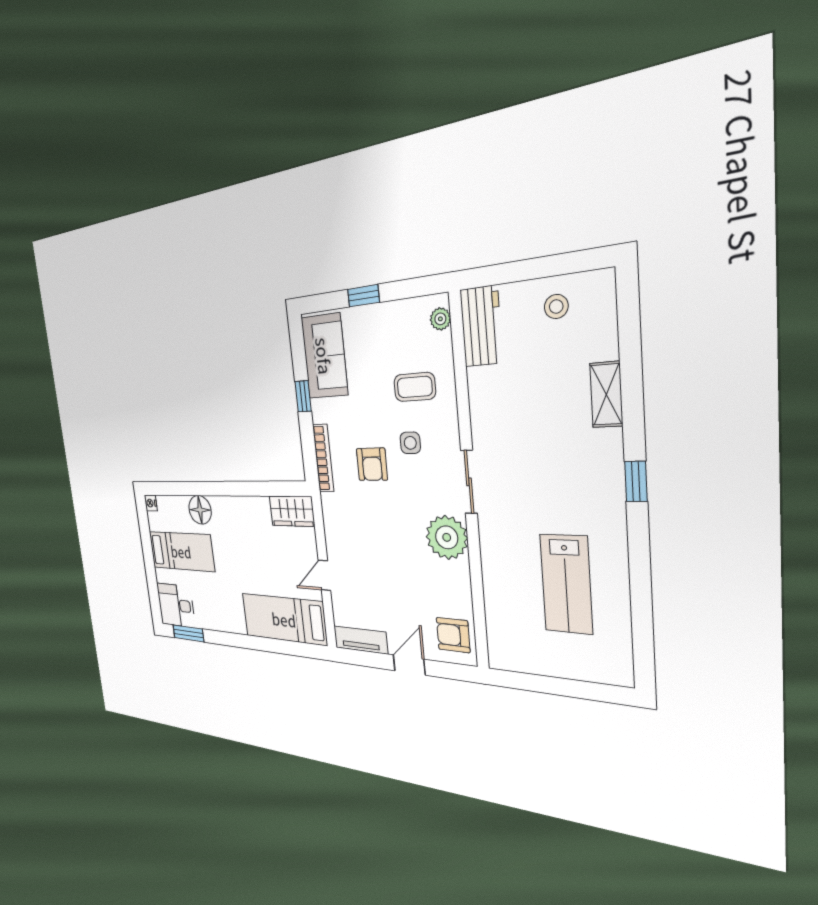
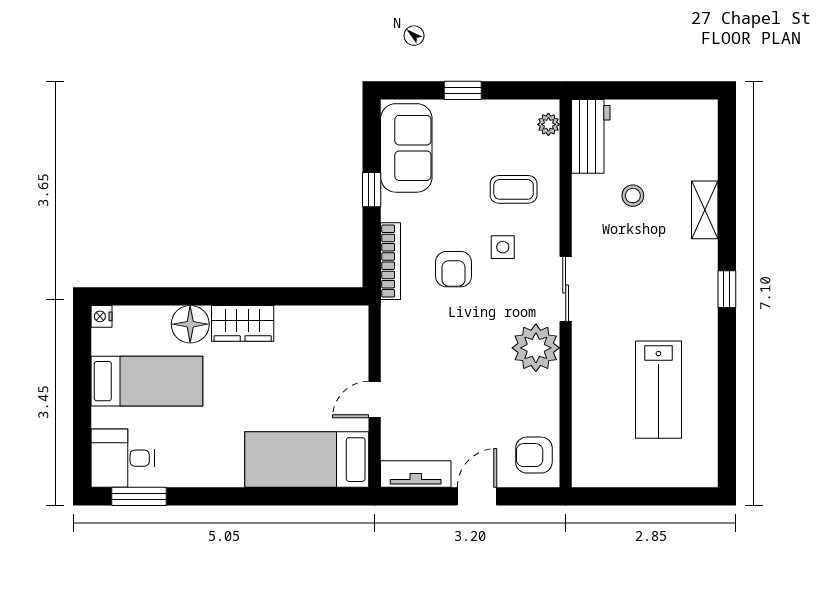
stool: (556, 307) -> (633, 196), moved
wardrobe: (292, 511) -> (243, 323), moved

